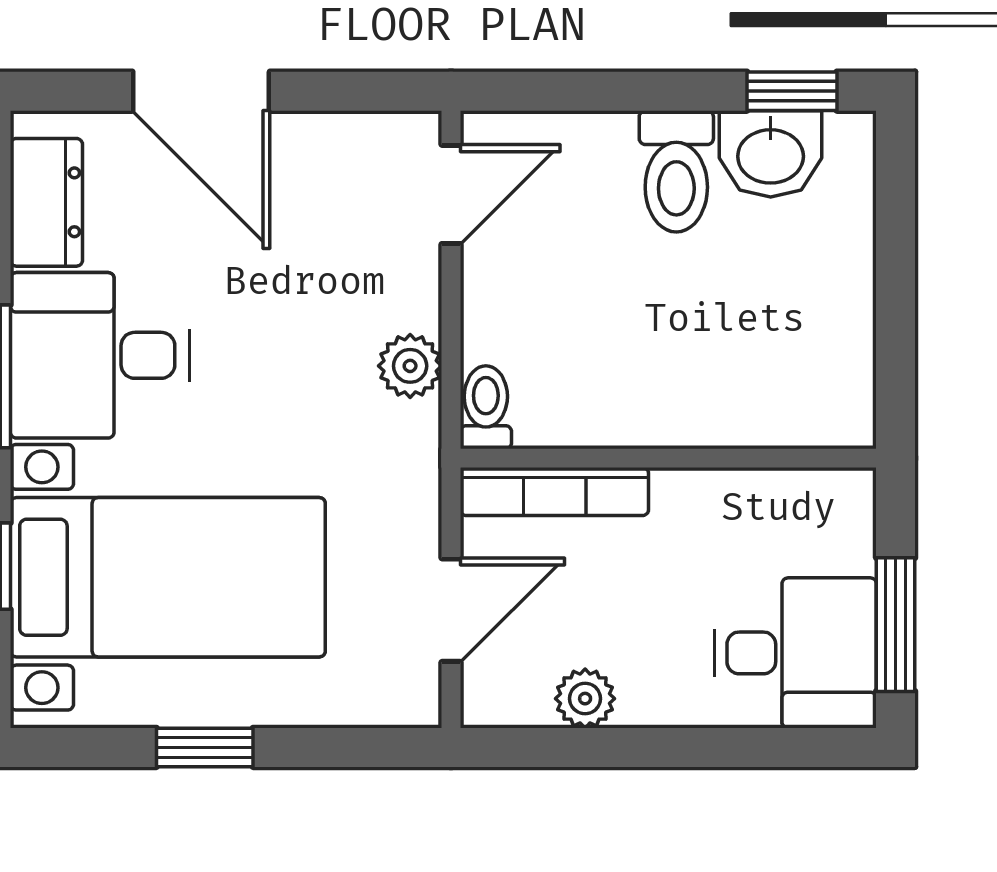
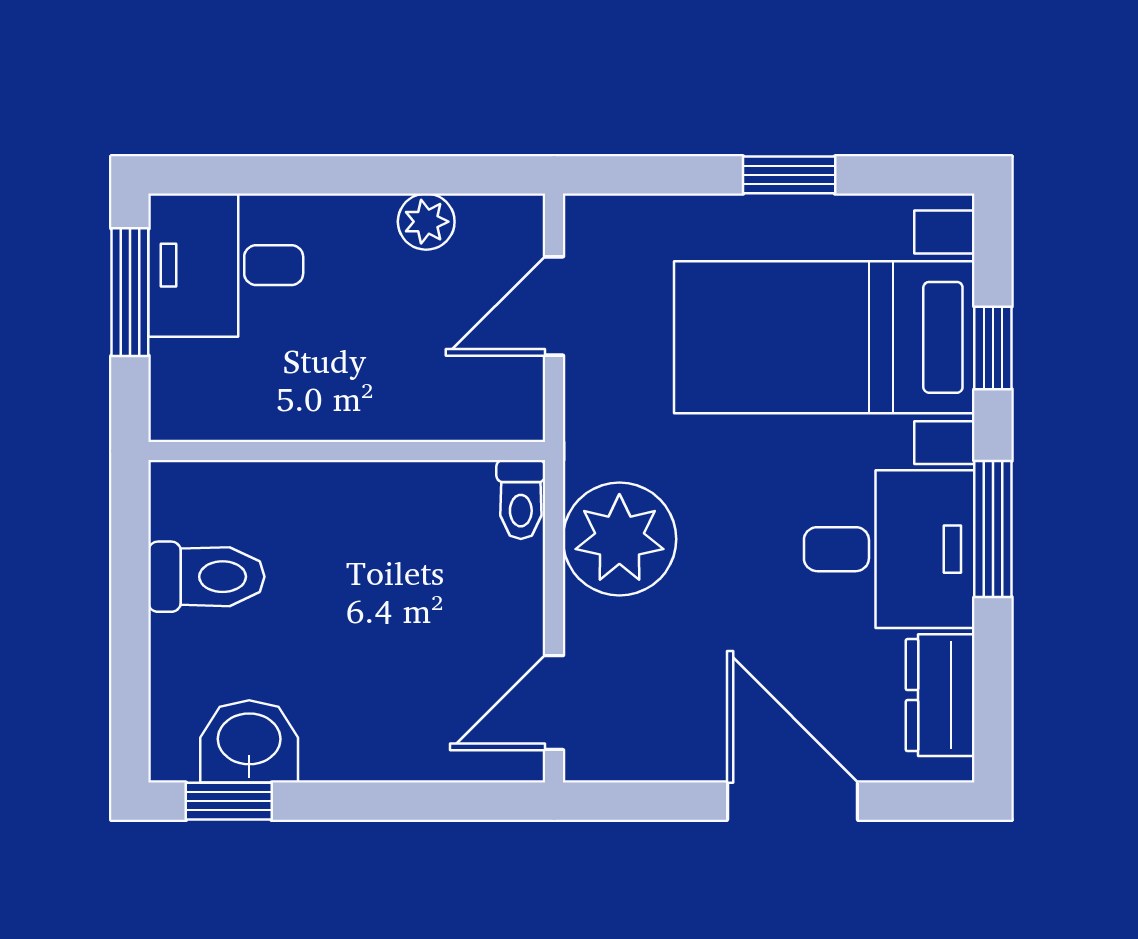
toilet: (676, 171) -> (206, 577), moved, turned 90
plant: (410, 366) -> (619, 539), width x1.88, depth x1.88
bookcase: (554, 492) -> (455, 419), removed

